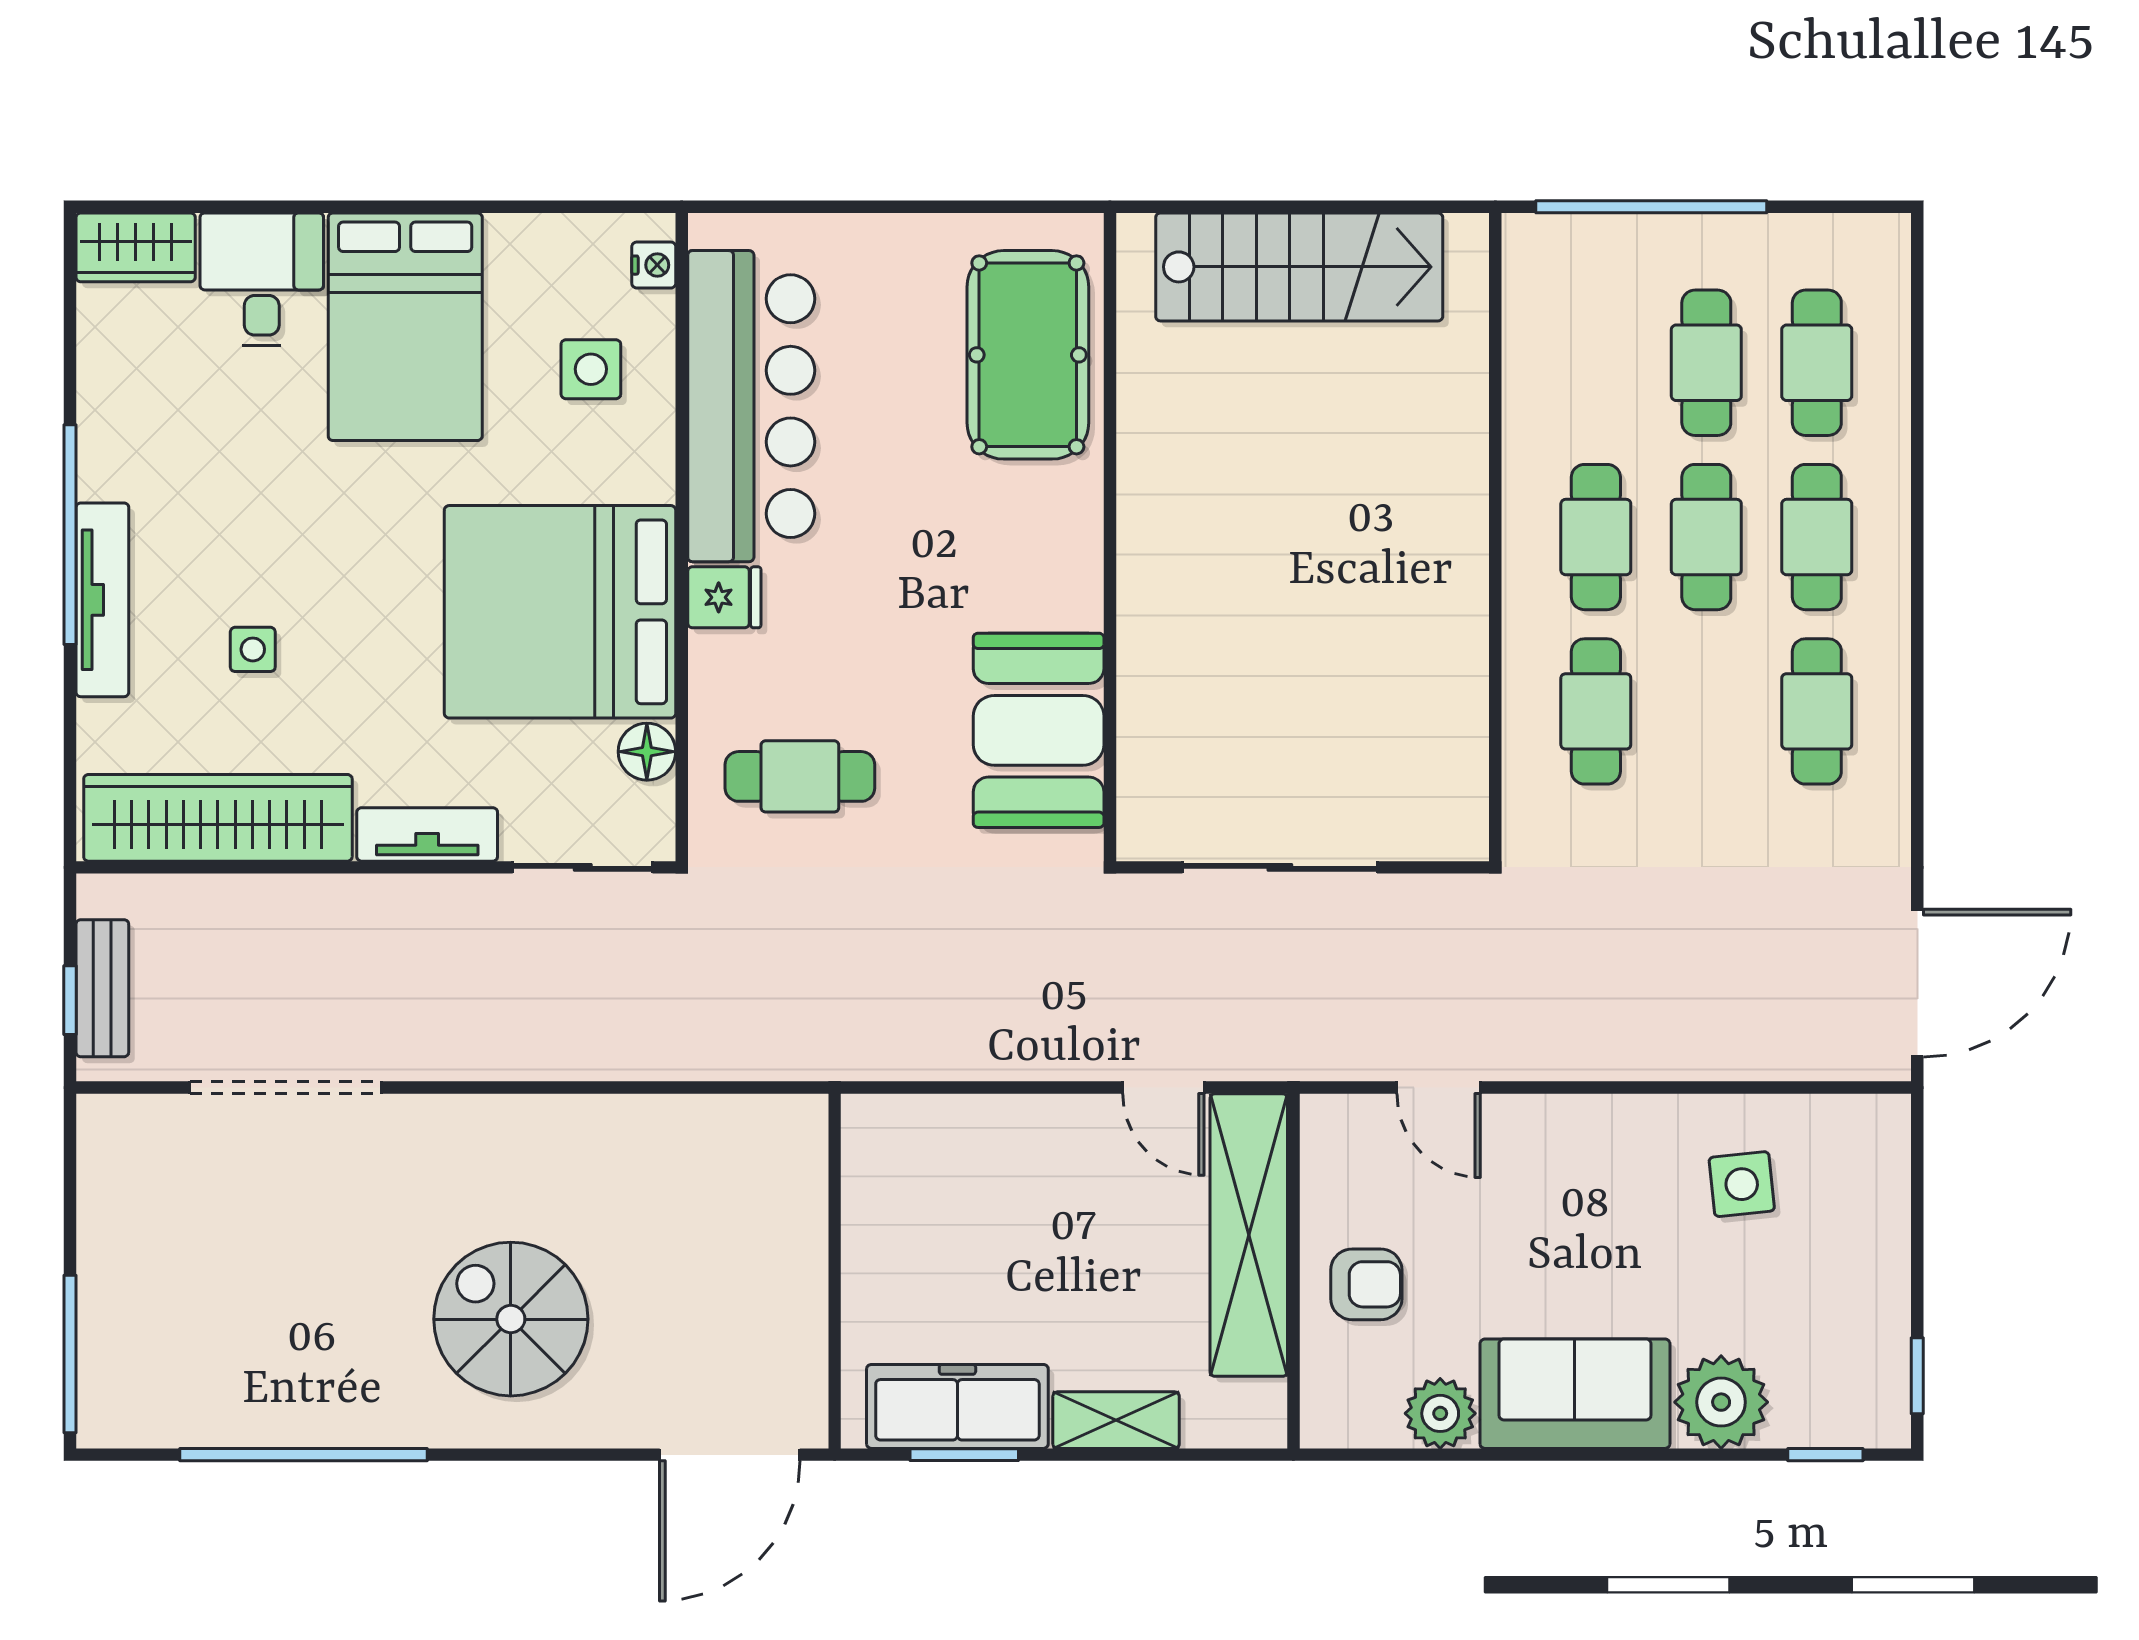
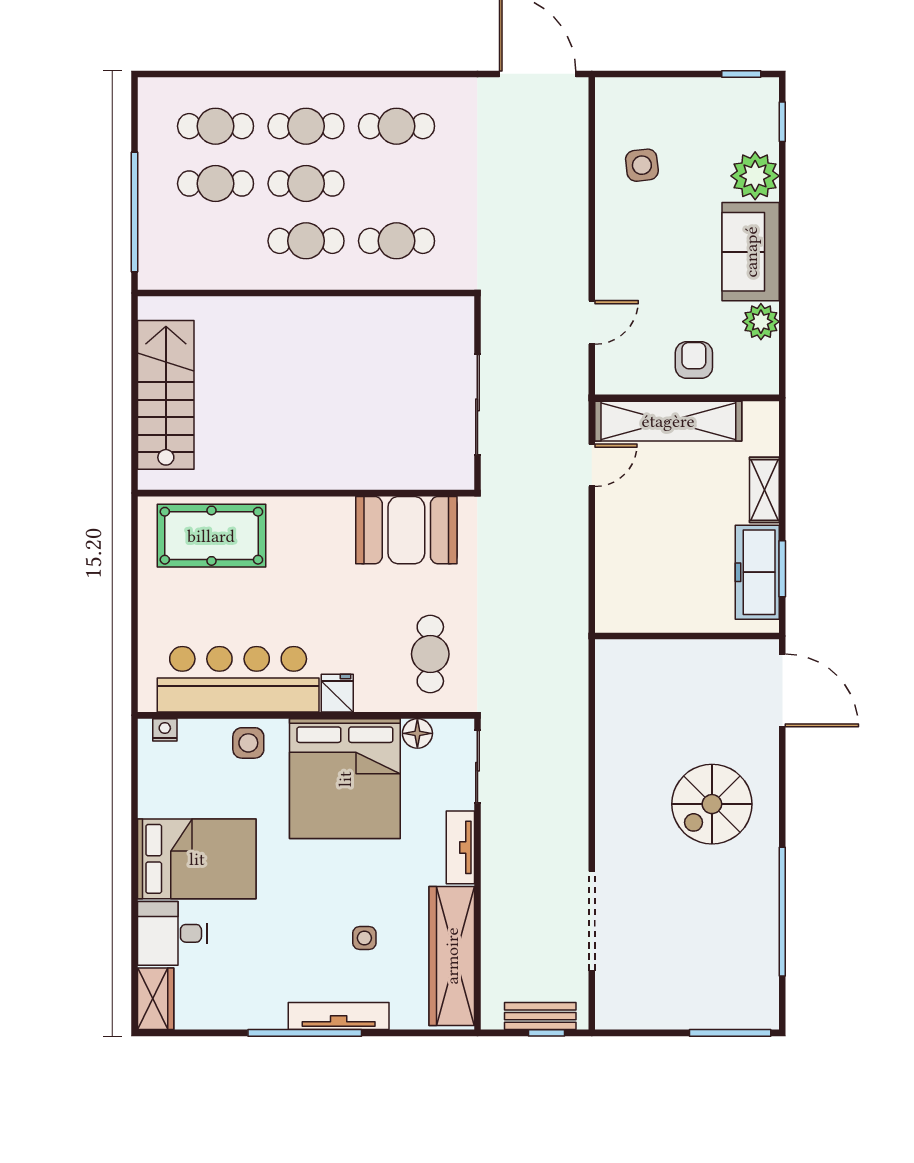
side table: (591, 369) -> (248, 743), moved

